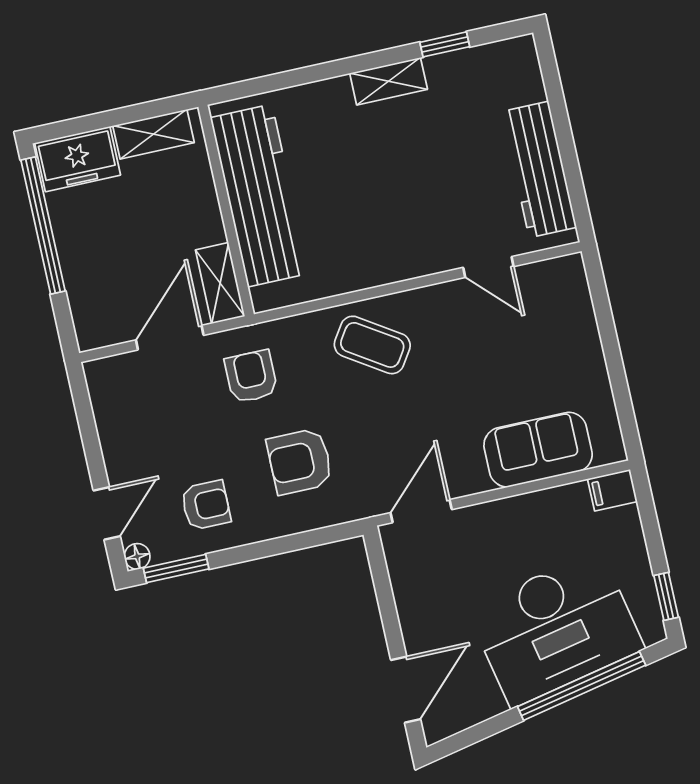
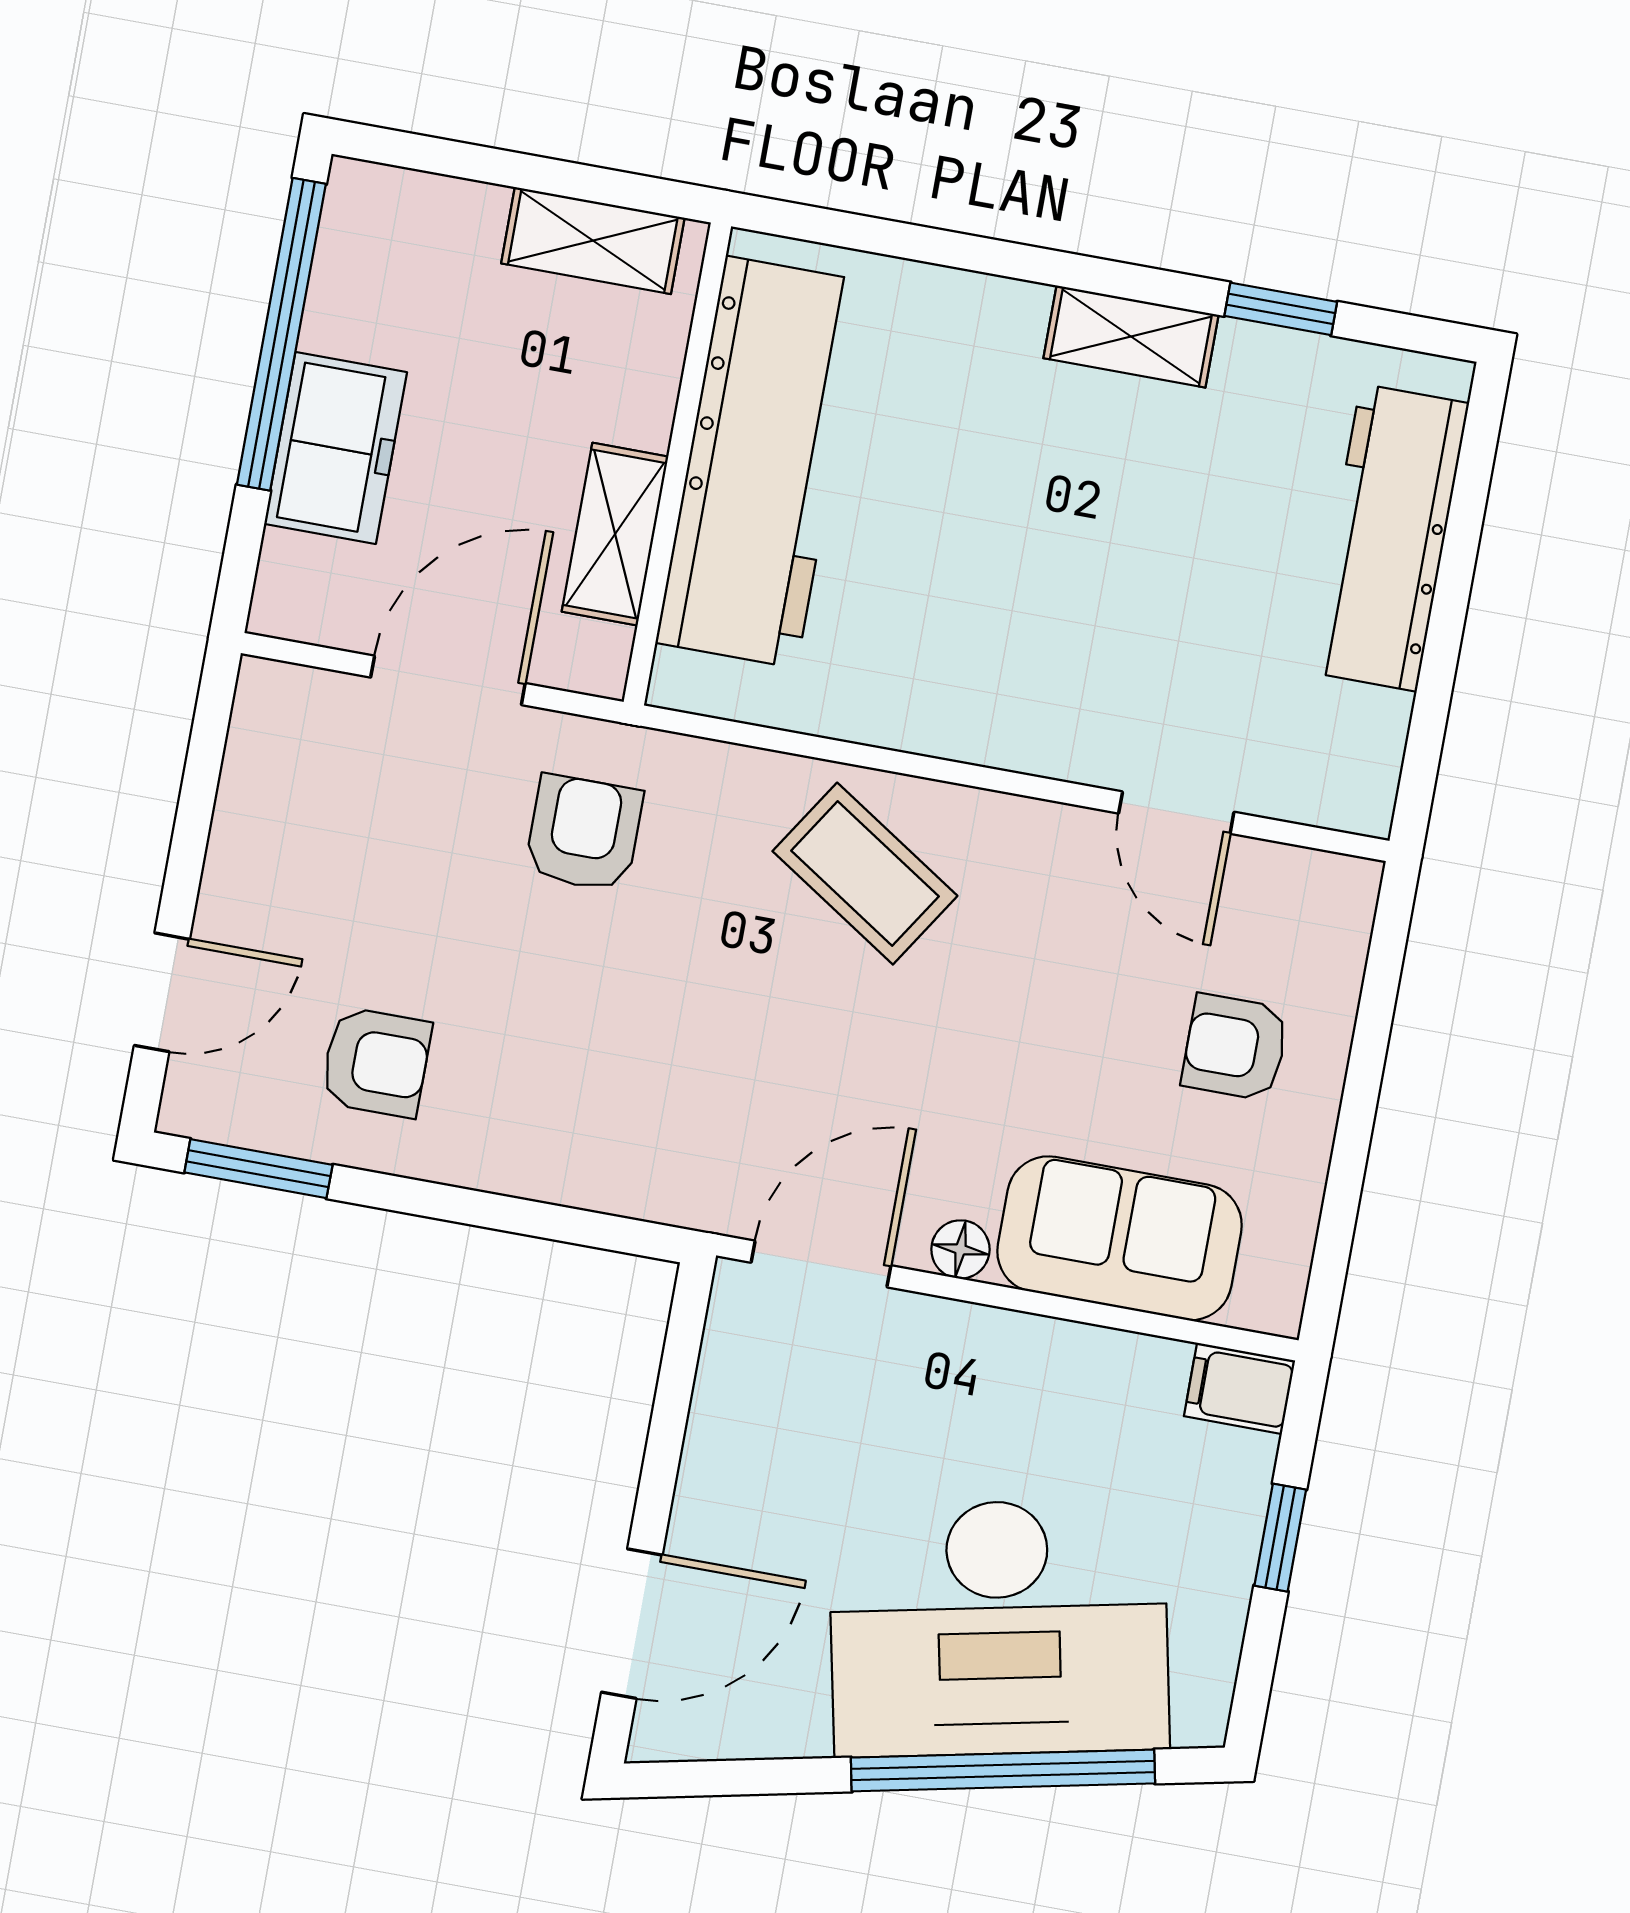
freezer: (78, 159) -> (336, 448), moved, turned -90
workbench: (539, 169) -> (1389, 538), moved
shelving: (220, 283) -> (615, 534), moved
armchair: (300, 461) -> (1235, 1047), moved, width x0.72, depth x0.72
floor lamp: (137, 556) -> (960, 1249), moved
window: (666, 596) -> (1280, 1538), moved

